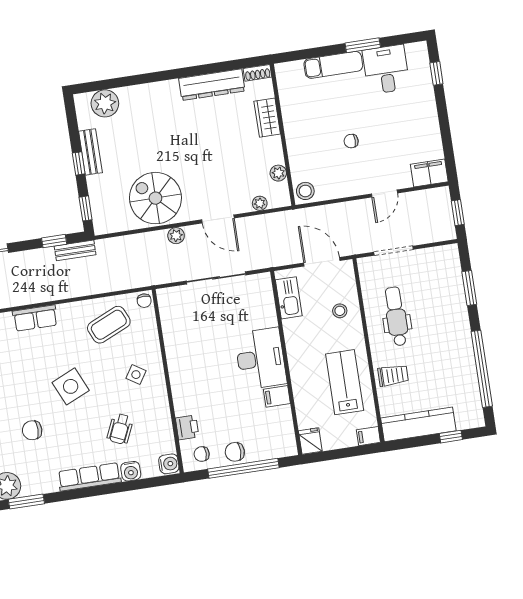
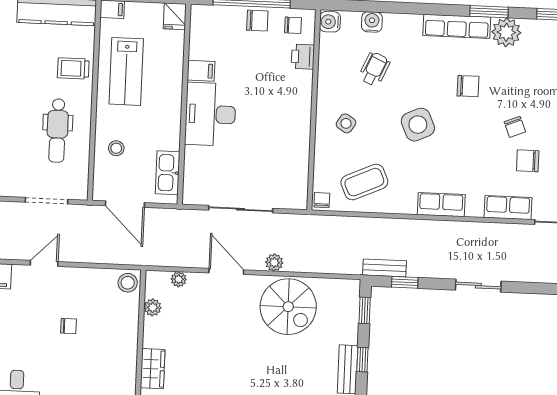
row of seats: (89, 477) -> (457, 26), moved

